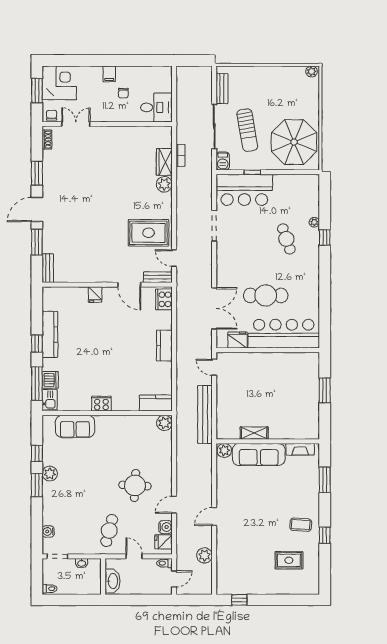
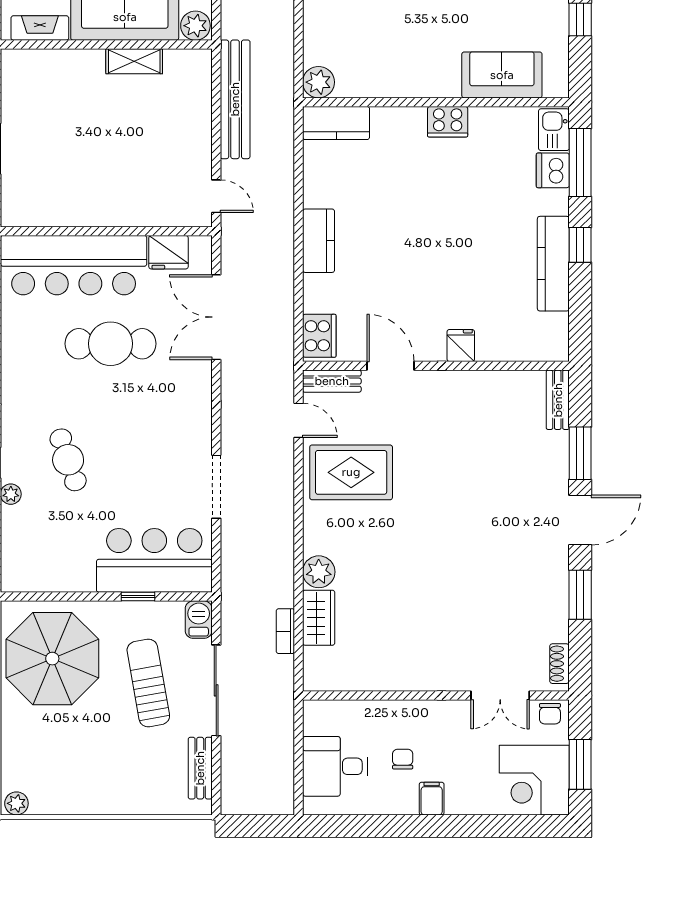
desk: (156, 107) -> (335, 766), moved

